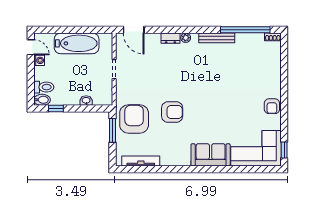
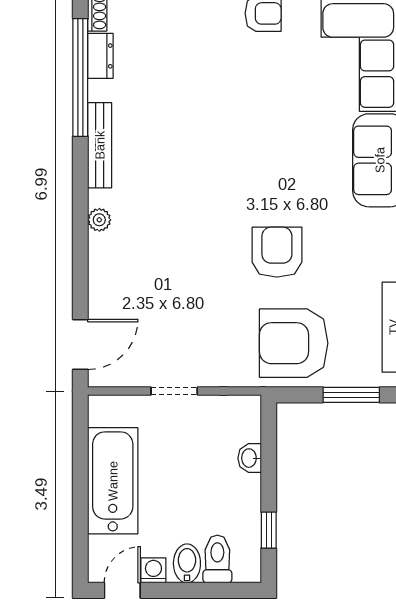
dresser: (170, 38) -> (100, 56), moved
bidet: (42, 100) -> (187, 563), moved
window: (112, 130) -> (351, 395), moved

